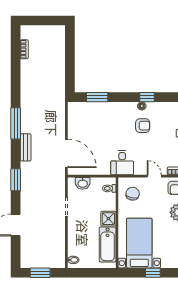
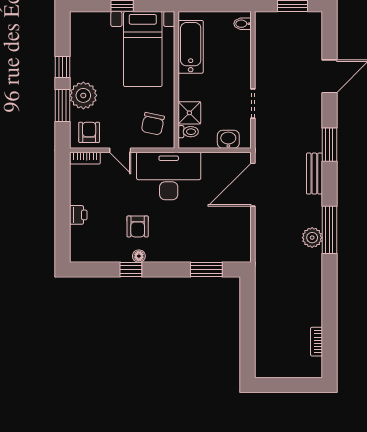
plant: (27, 118) -> (312, 238), added
armchair: (143, 126) -> (138, 226), turned -90
bench: (26, 147) -> (314, 174), moved
door: (66, 153) -> (253, 185), hinge flipped
desk: (122, 163) -> (169, 176), width x1.87, depth x1.30
shower: (108, 219) -> (189, 113), moved

